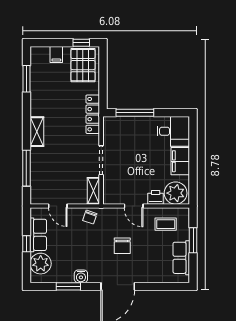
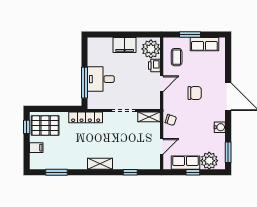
desk: (173, 131) -> (101, 79), moved, turned -90
window: (26, 168) -> (130, 172), width x0.46
window: (68, 286) -> (228, 152), moved

